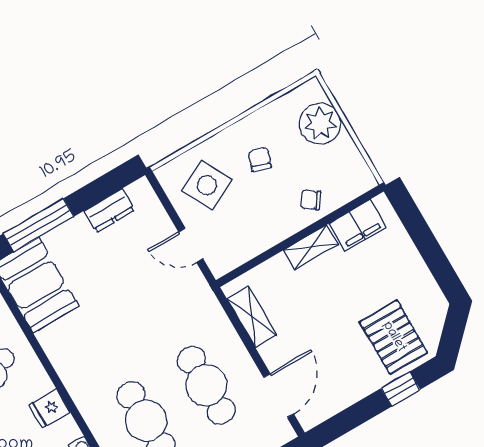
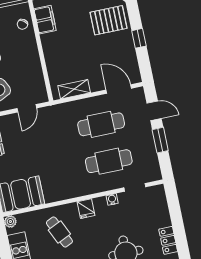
chair: (311, 200) -> (22, 24), moved
shelving: (311, 247) -> (48, 47), removed
window: (401, 389) -> (139, 38), moved

